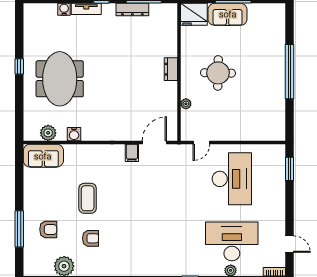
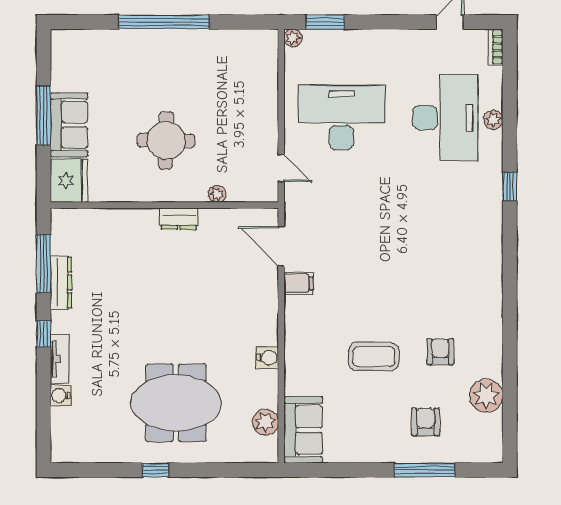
dresser: (171, 69) -> (179, 219), moved
water cooler: (74, 134) -> (267, 358), moved
plant: (280, 150) -> (293, 38), added
desk: (232, 241) -> (445, 118), turned 180

